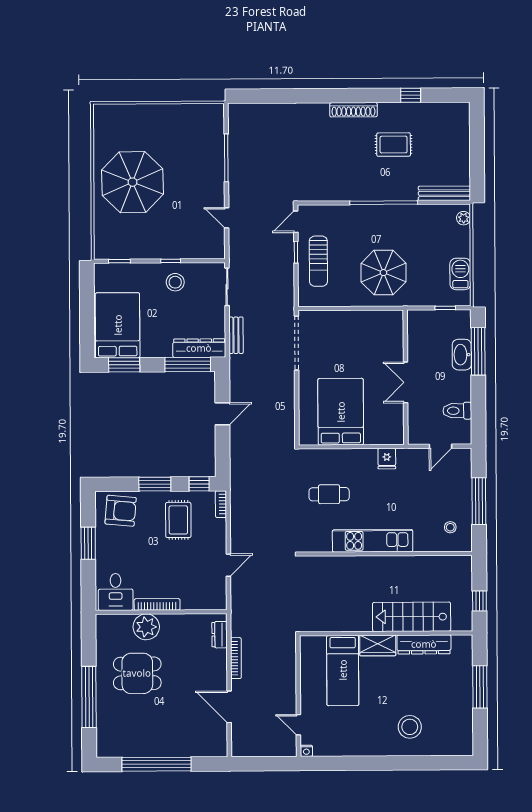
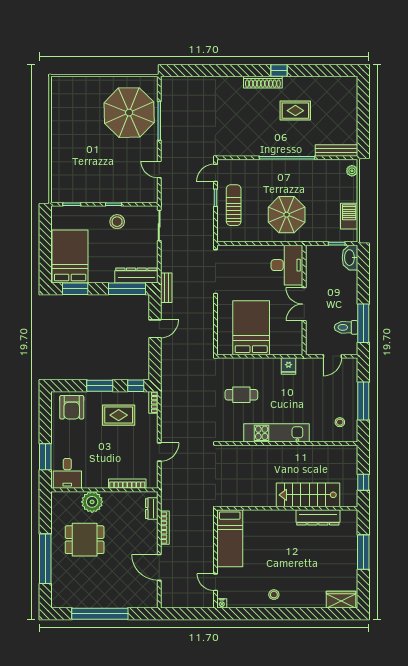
window: (411, 95) -> (279, 71), moved
parasol: (132, 182) -> (129, 113), moved
sun lounger: (318, 261) -> (234, 205), turned 180
bench: (236, 335) -> (166, 288), moved
desk: (384, 335) -> (287, 265), added
window: (478, 351) -> (363, 323), moved
washbasin: (462, 355) -> (350, 258), moved
armchair: (121, 511) -> (72, 407), turned 85
rug: (178, 520) -> (119, 415), turned 90
window: (88, 543) -> (45, 457), moved
bookcase: (157, 604) -> (127, 484), moved
wardrobe: (378, 645) -> (341, 600), moved, turned 180
bed: (343, 670) -> (230, 538), moved
stool: (410, 727) -> (274, 595), moved, width x0.53, depth x0.53

